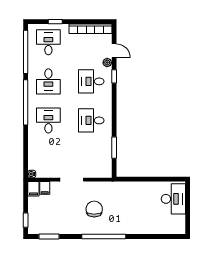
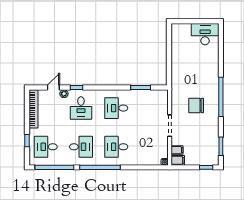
desk: (91, 120) -> (116, 108), turned 90
desk: (173, 199) -> (205, 34), moved

